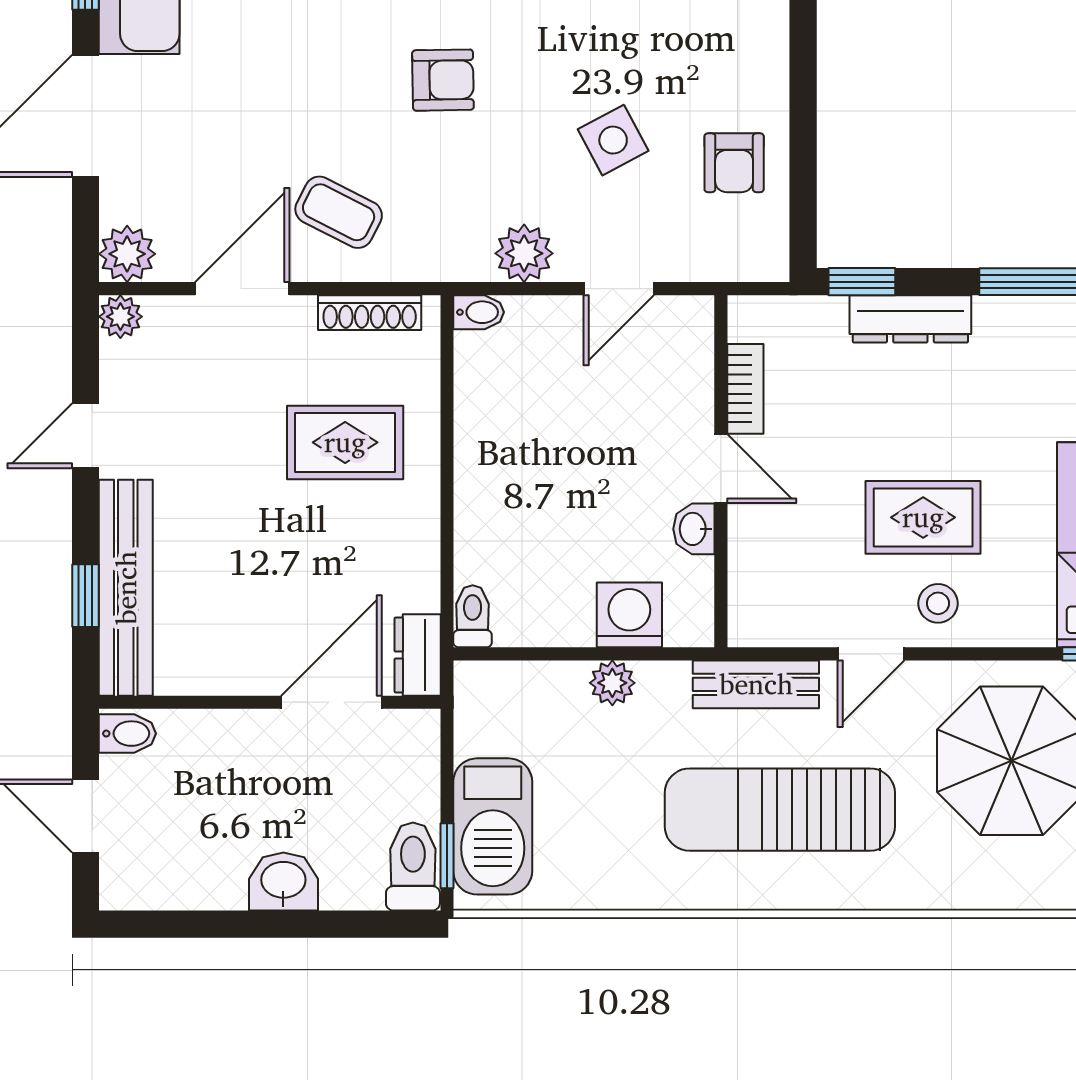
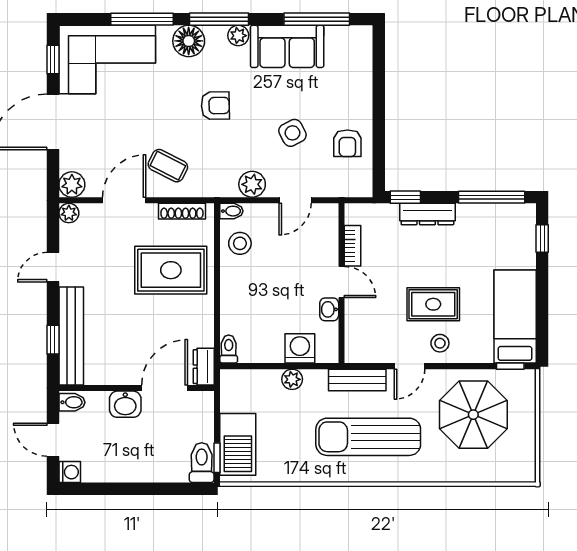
stool: (497, 384) -> (240, 243), added
rug: (345, 442) -> (171, 270), width x1.36, depth x1.43
washbasin: (283, 882) -> (125, 404), moved, turned 180
washing machine: (122, 887) -> (70, 472), added

